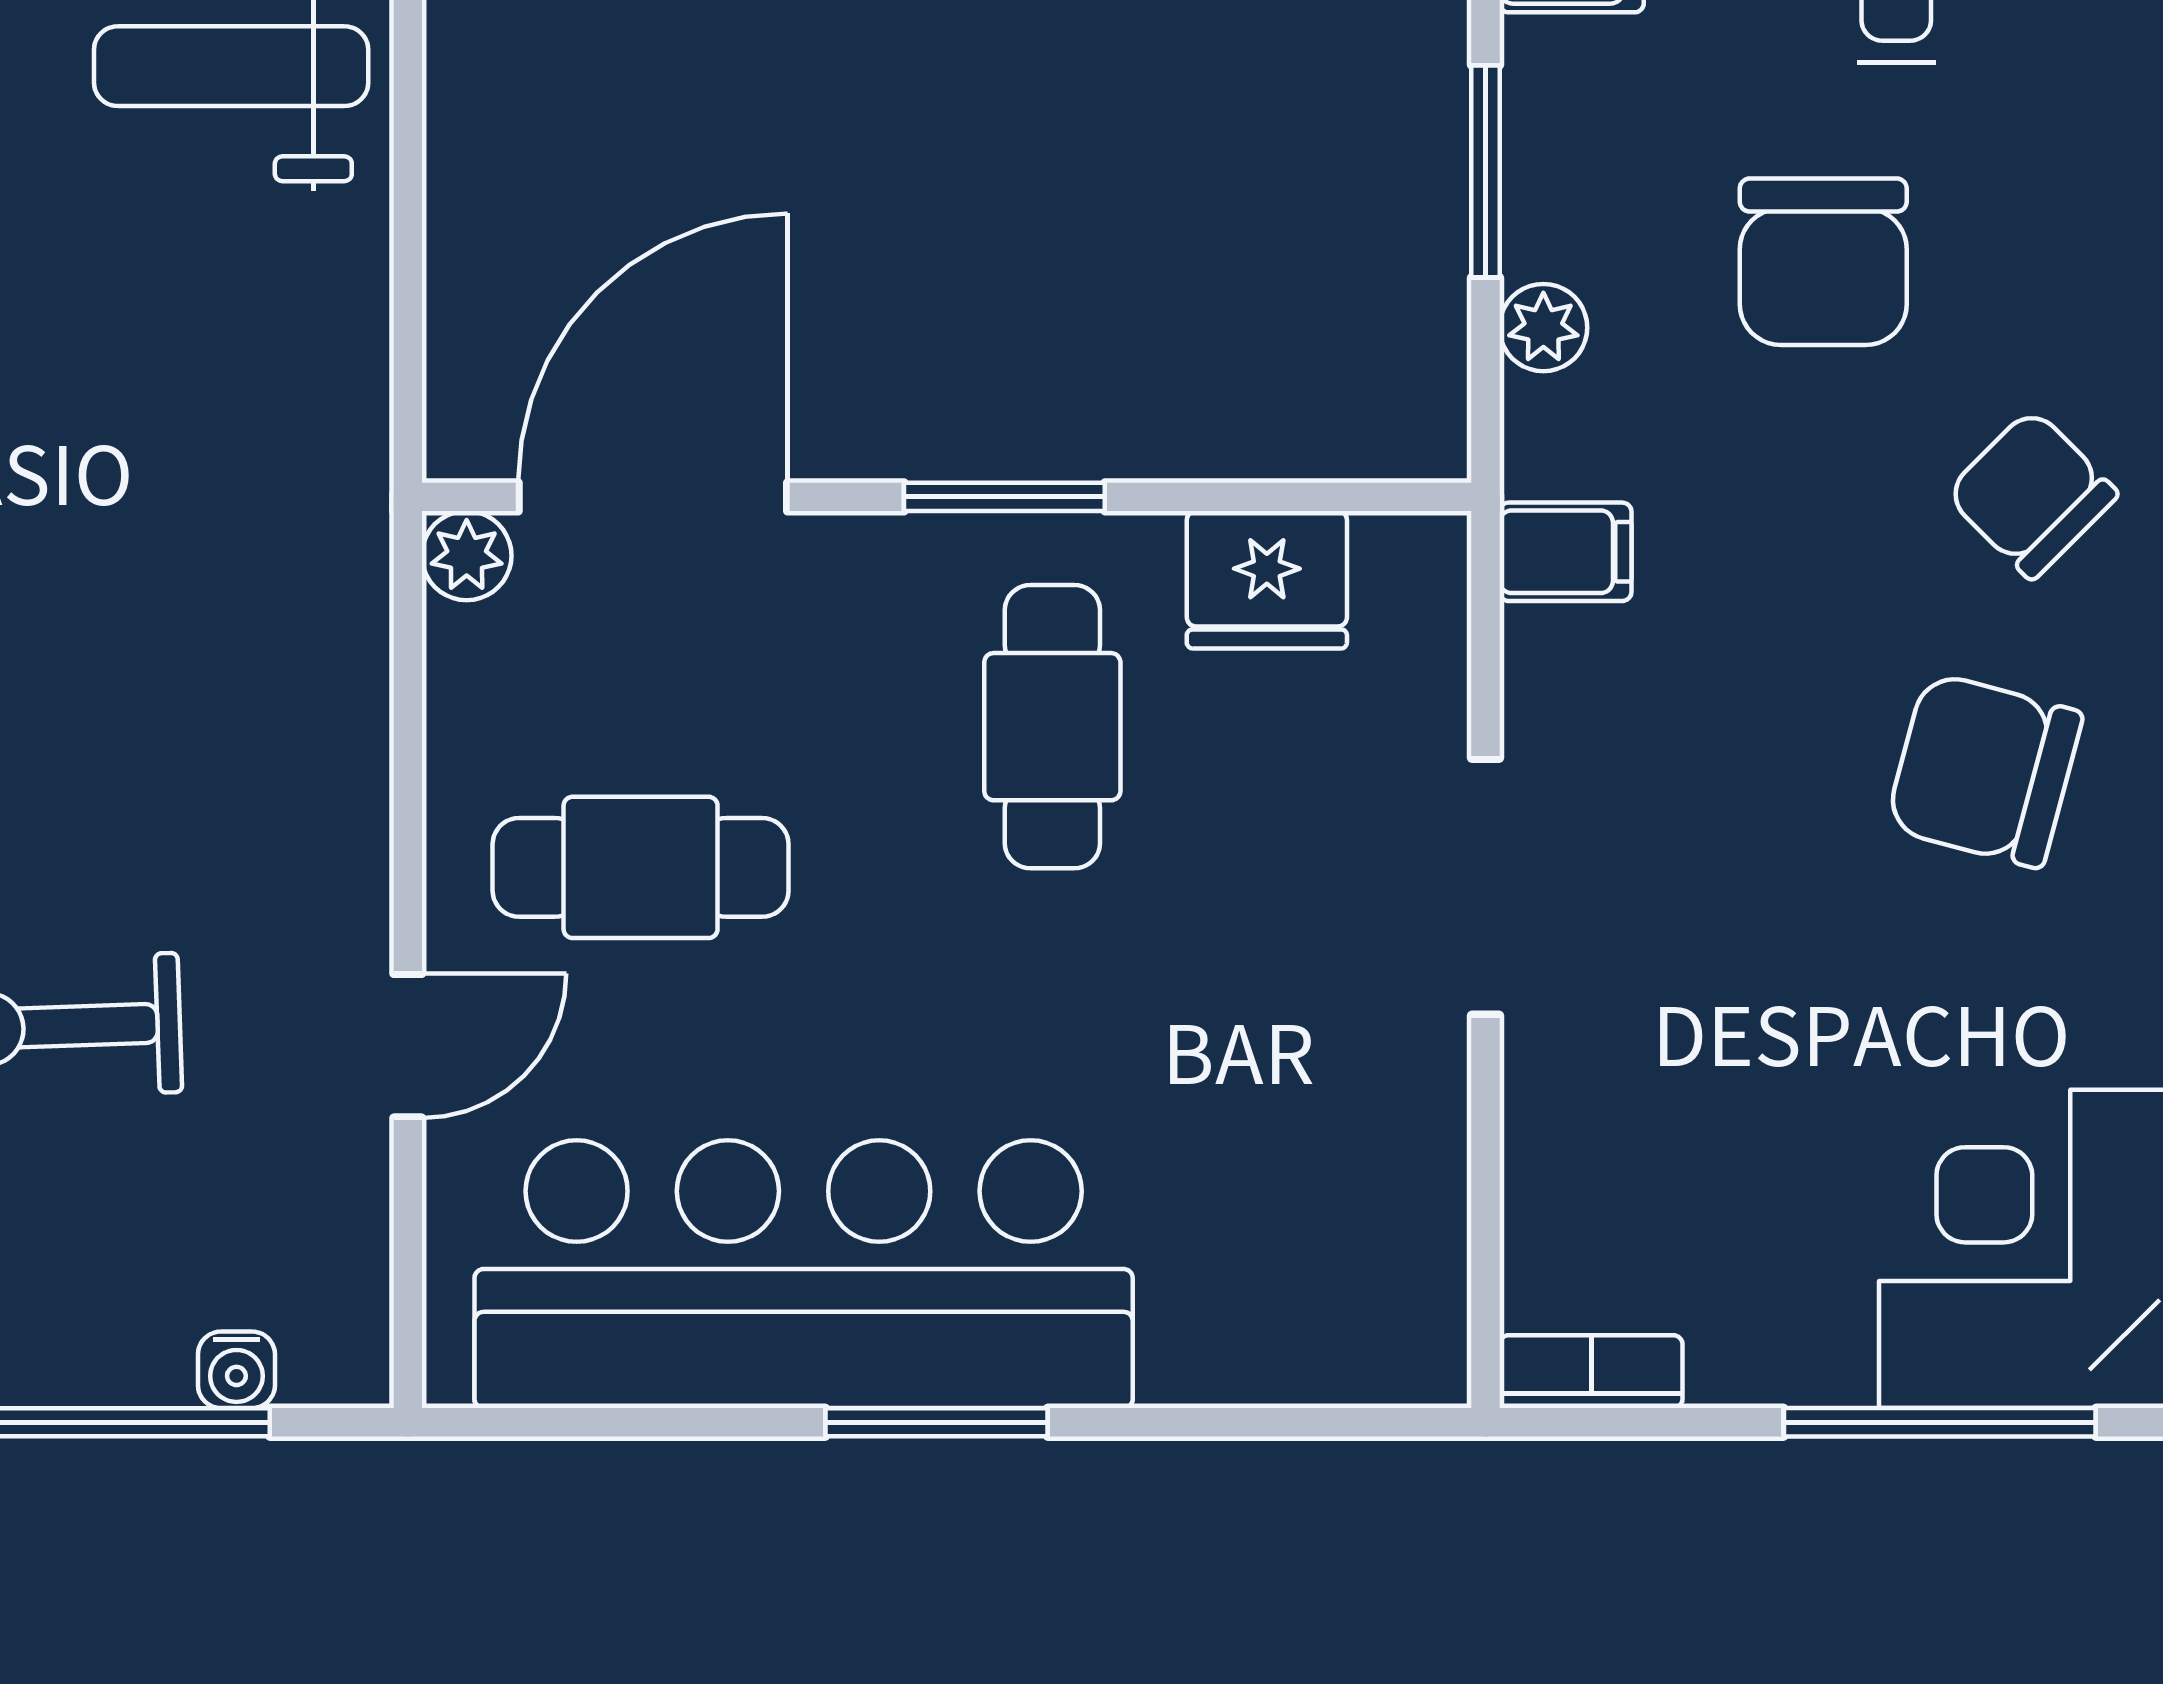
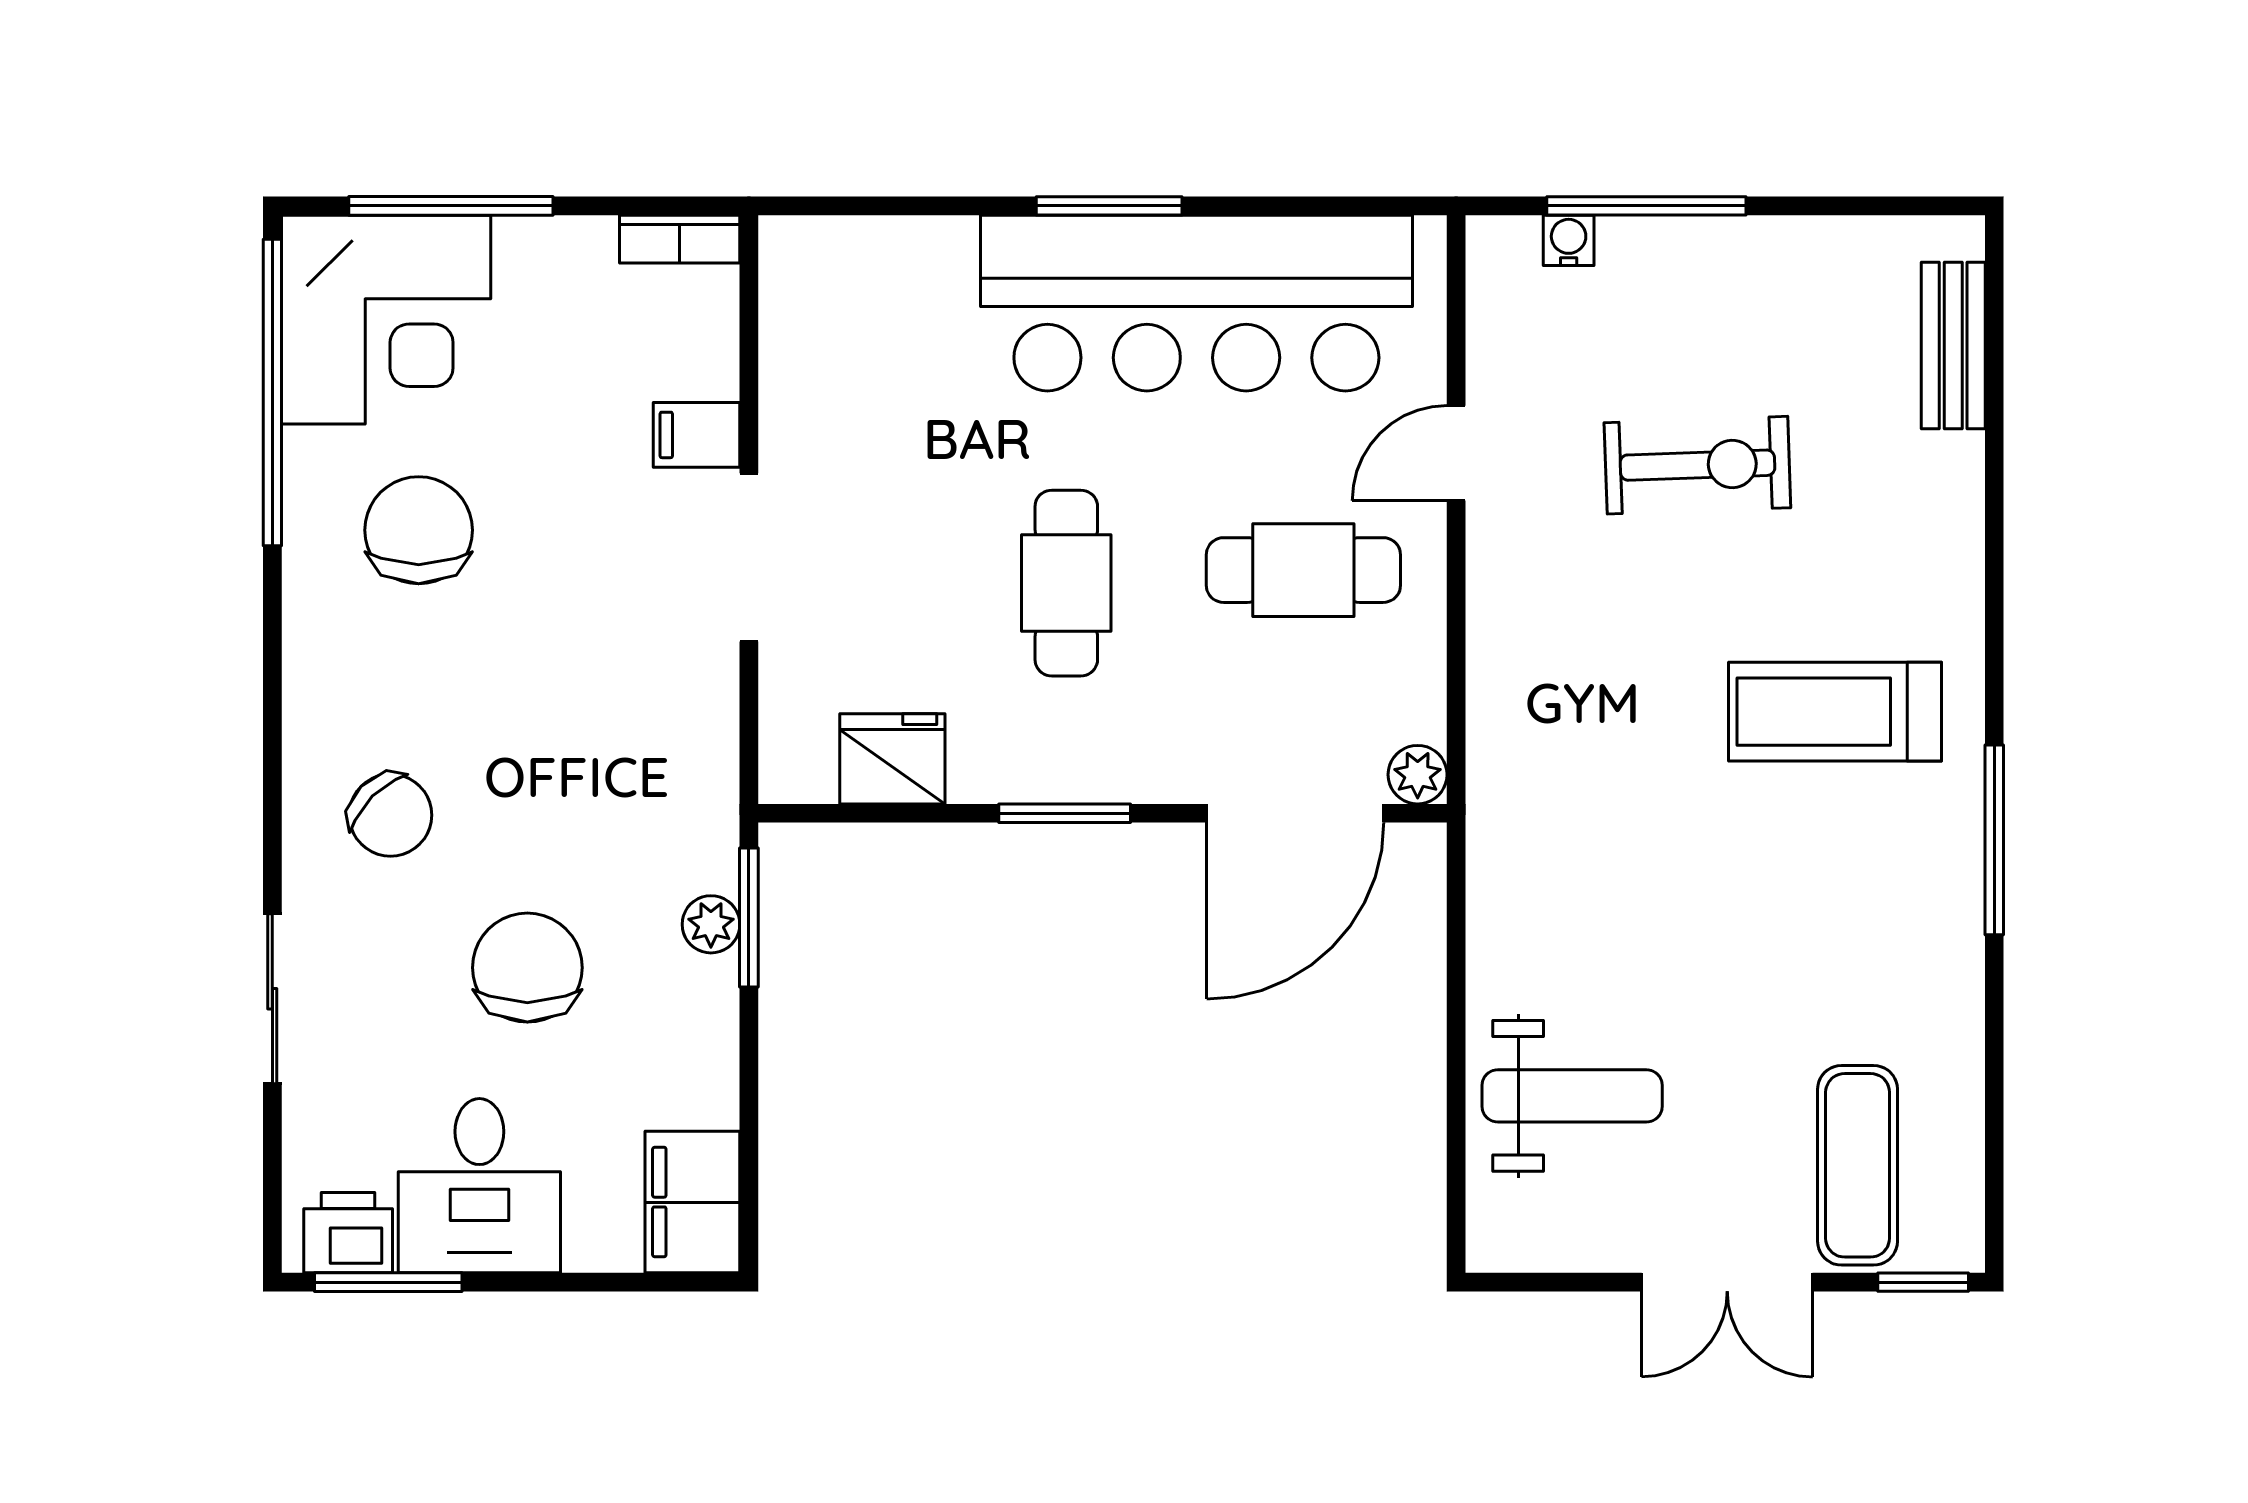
window: (1486, 171) -> (749, 917), moved
filing cabinet: (1565, 552) -> (696, 435), moved
cafe table: (1052, 727) -> (1066, 583), moved
chair: (1984, 770) -> (419, 530), moved, turned -105

